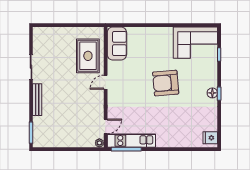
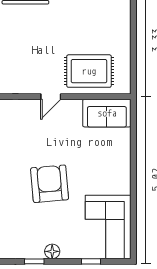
door: (106, 82) -> (51, 97), swing flipped
floor lamp: (212, 93) -> (52, 251), moved

